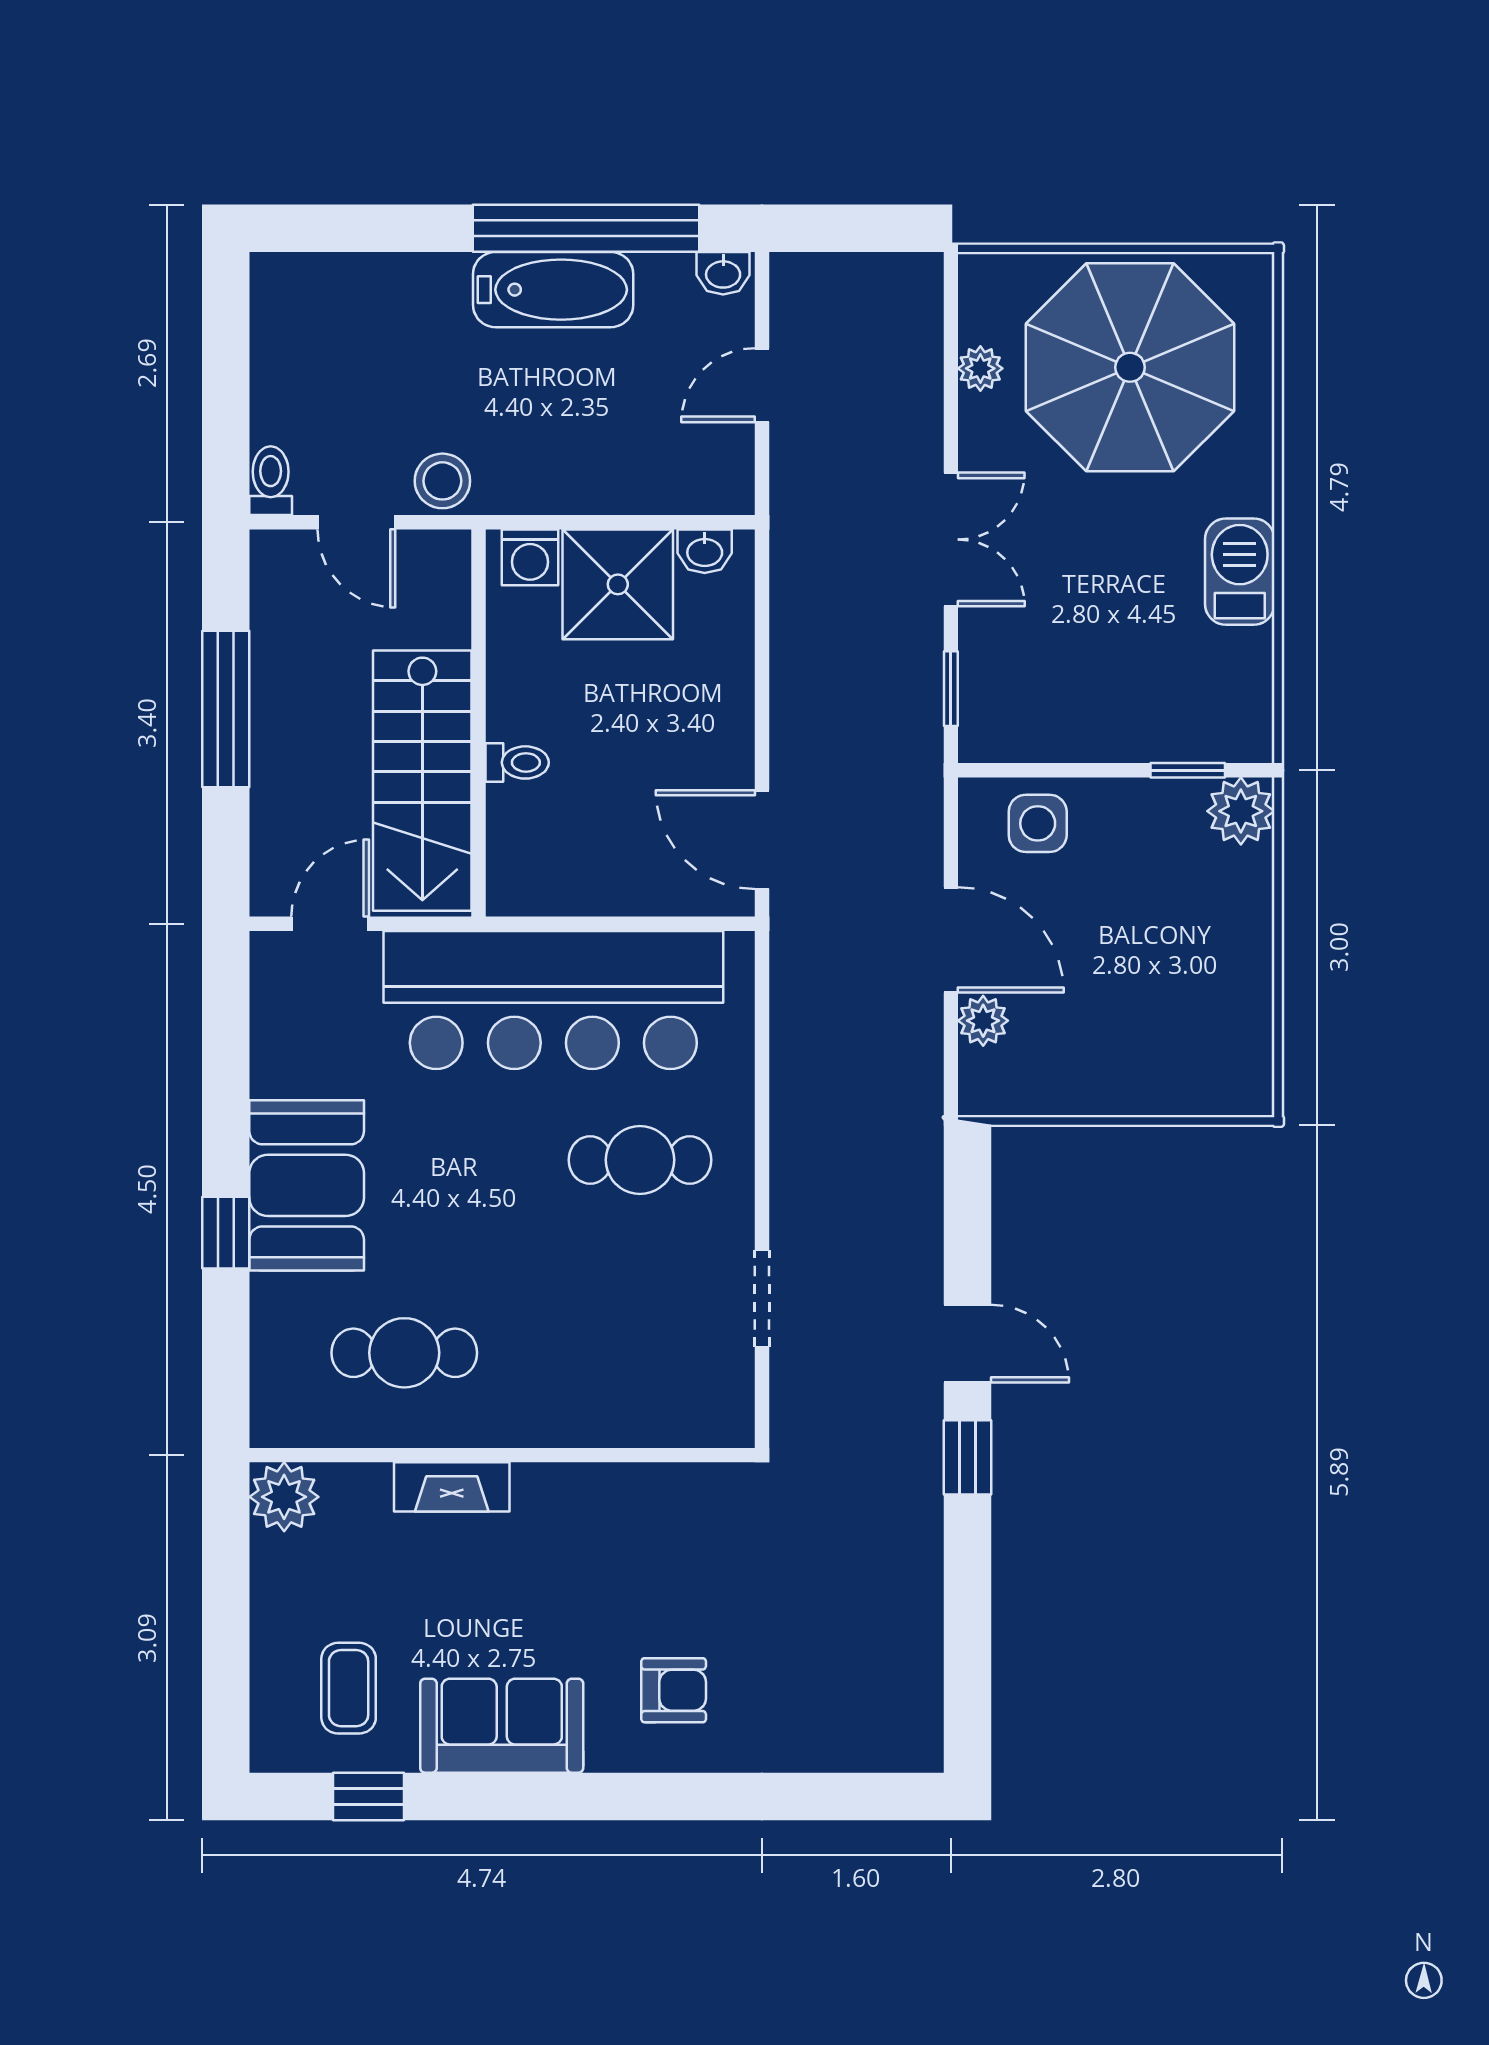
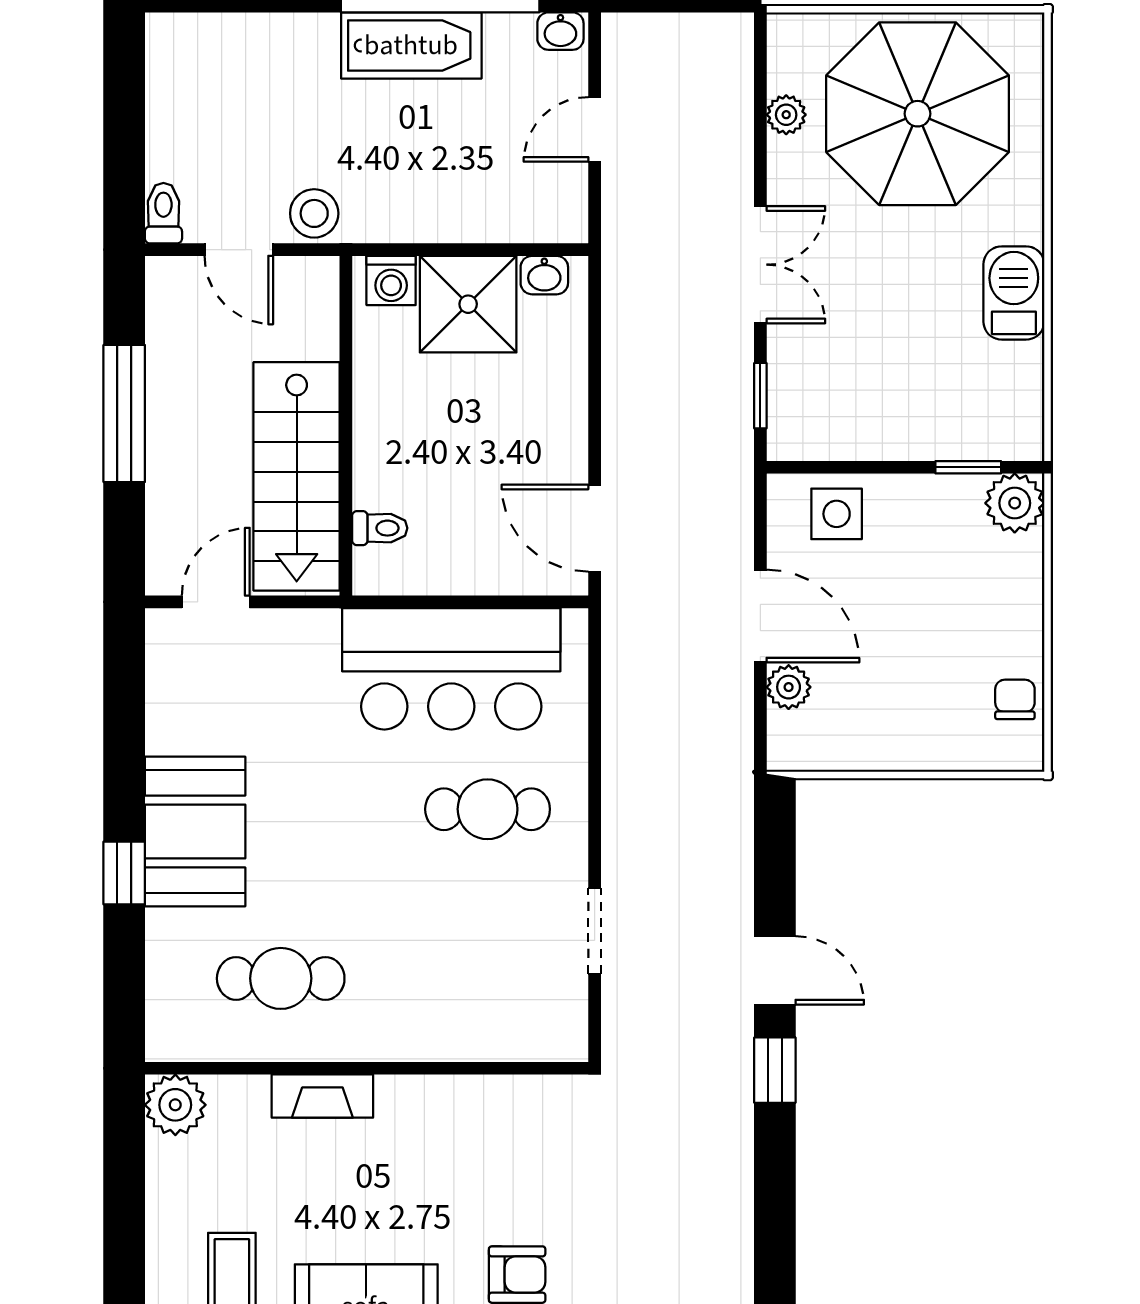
toilet: (517, 762) -> (380, 528), moved
bar counter: (553, 1000) -> (451, 669), width x0.73
chair: (1241, 1035) -> (1015, 699), added

